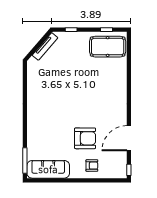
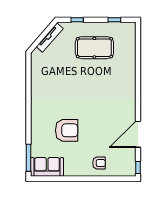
pool table: (108, 47) -> (94, 48), moved
armchair: (85, 138) -> (67, 130), moved
sofa: (48, 169) -> (47, 167), width x0.73

